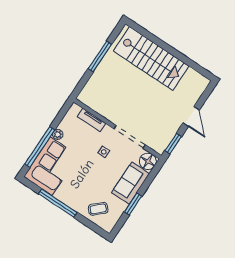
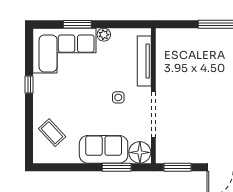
tv unit: (92, 120) -> (144, 61), width x1.41
window: (40, 147) -> (77, 24), width x0.47
window: (58, 203) -> (29, 85), width x0.32
window: (133, 204) -> (117, 167), moved

